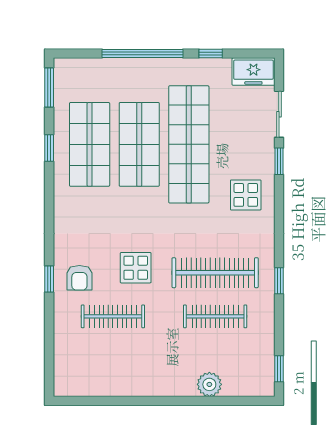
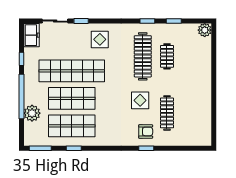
plant: (112, 73) -> (32, 113), added
clothes rail: (215, 316) -> (167, 56), width x0.73
window: (279, 369) -> (174, 21), moved
plant: (209, 384) -> (205, 30), moved

